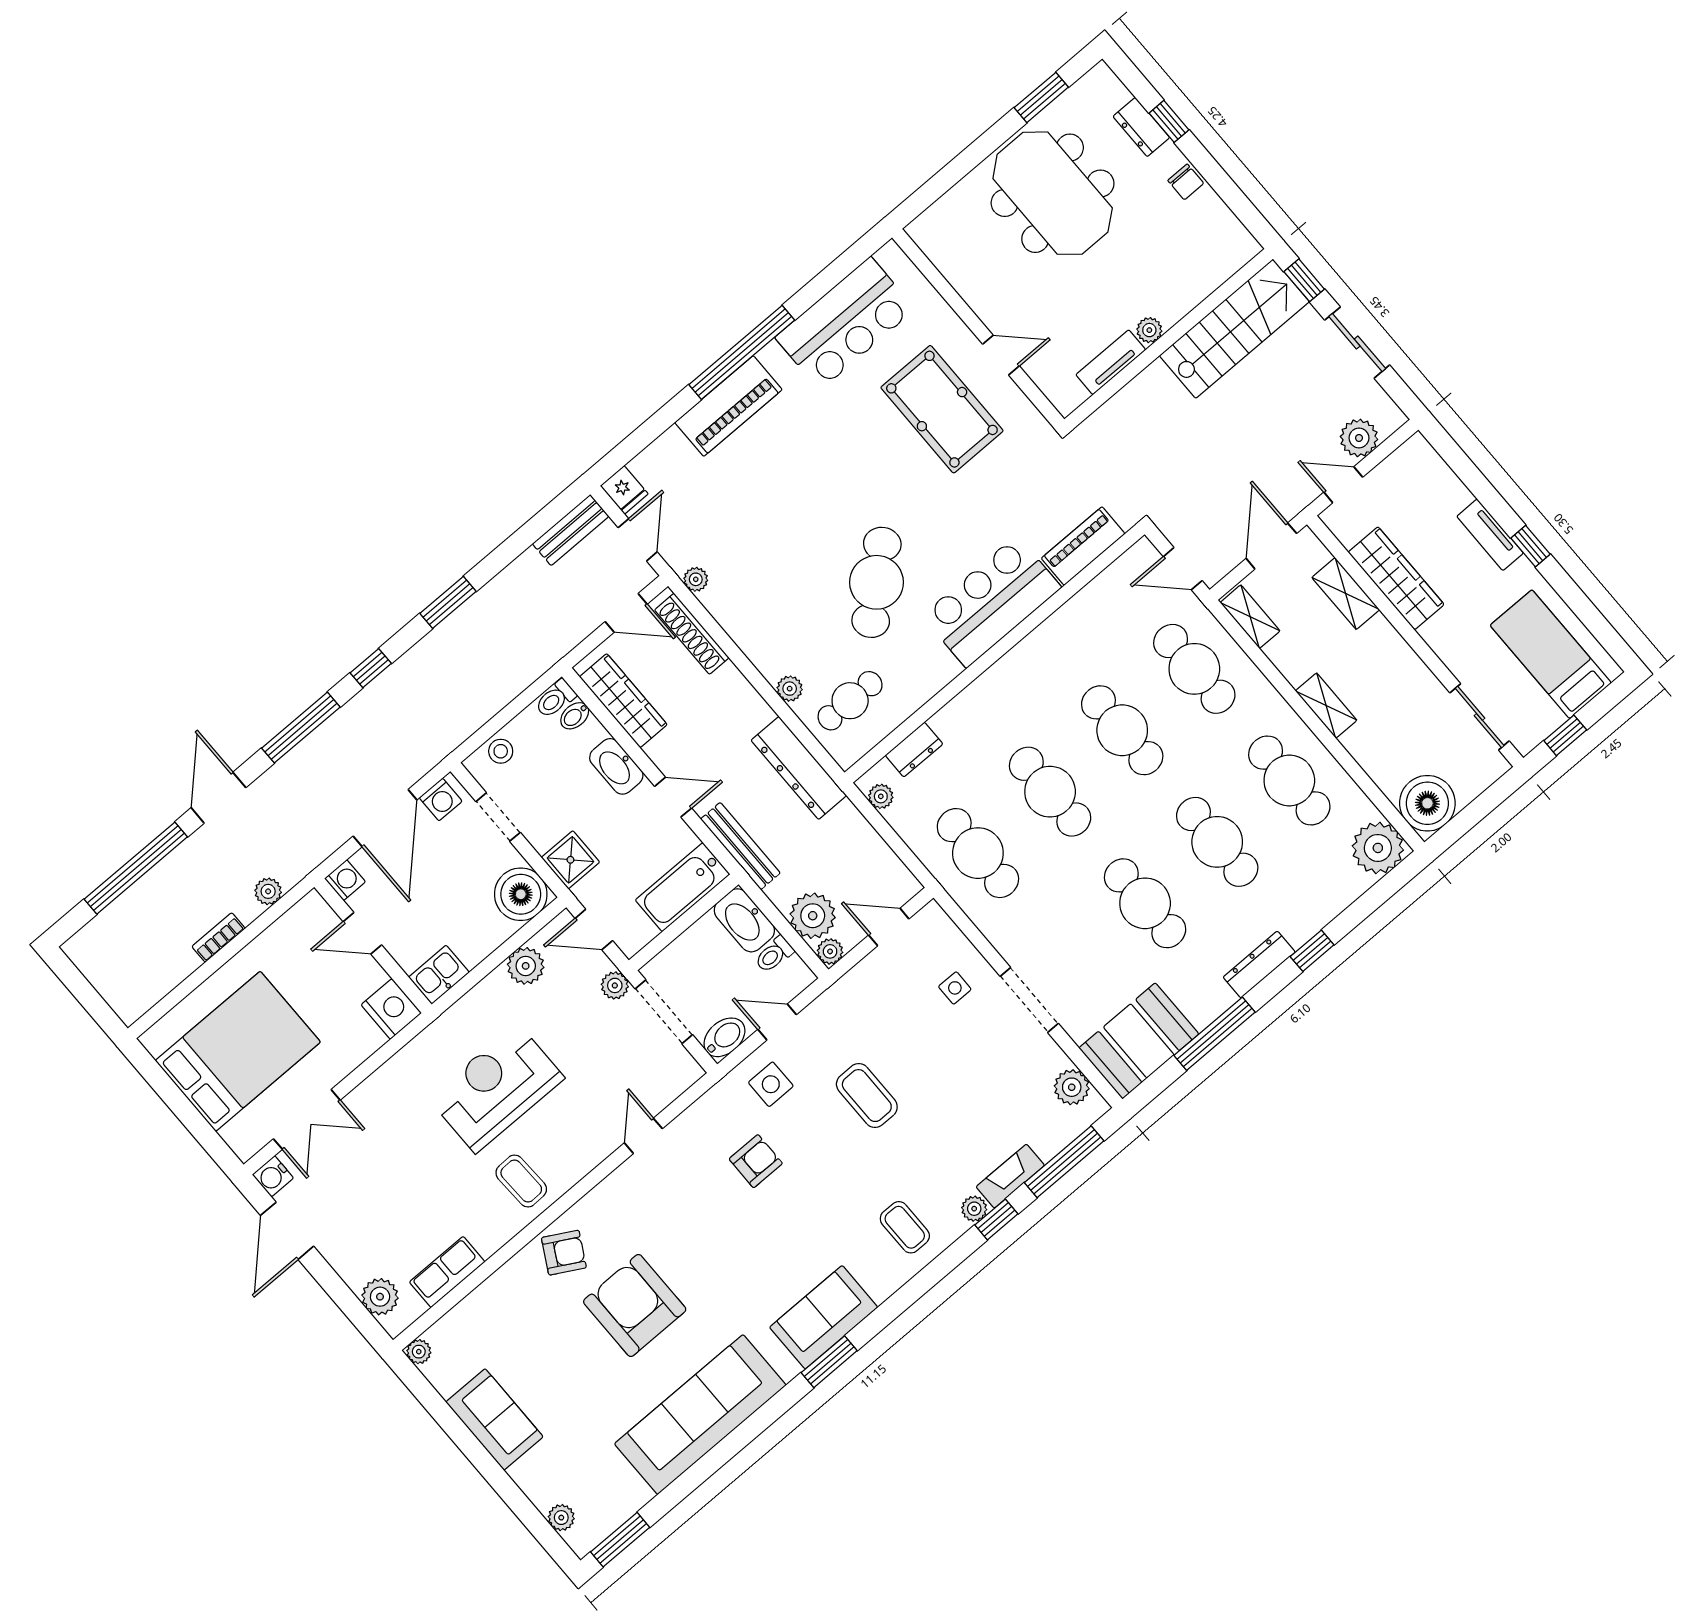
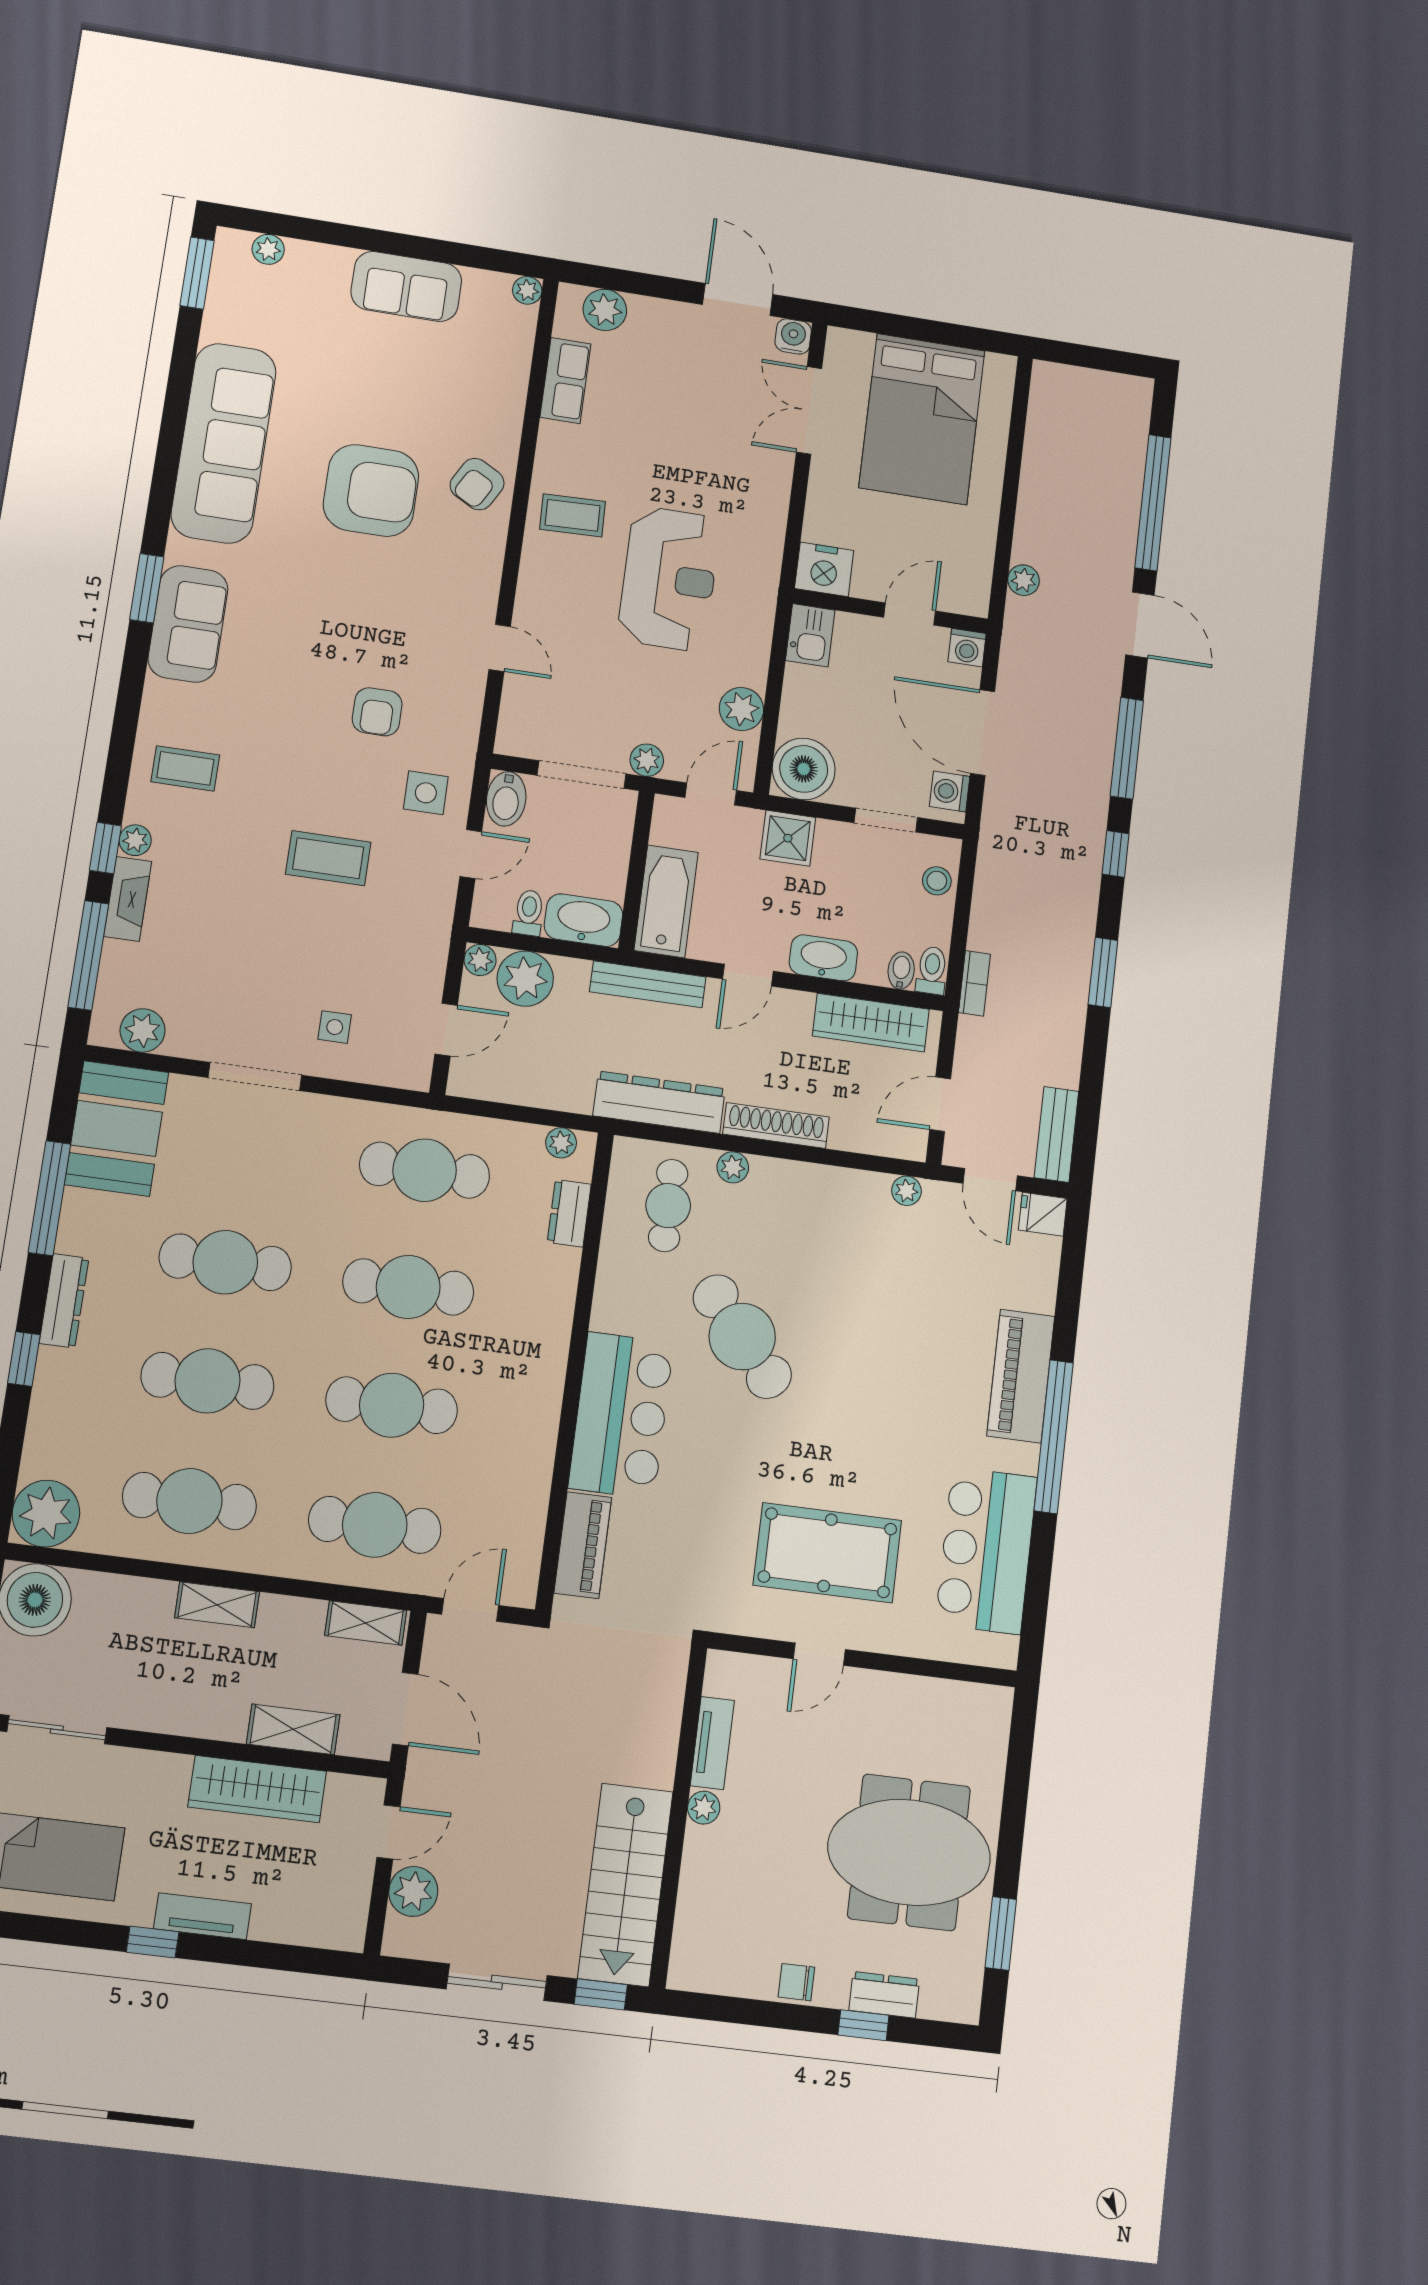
shoe rack: (692, 634) -> (776, 1125), moved
bookcase: (218, 937) -> (974, 983), moved

